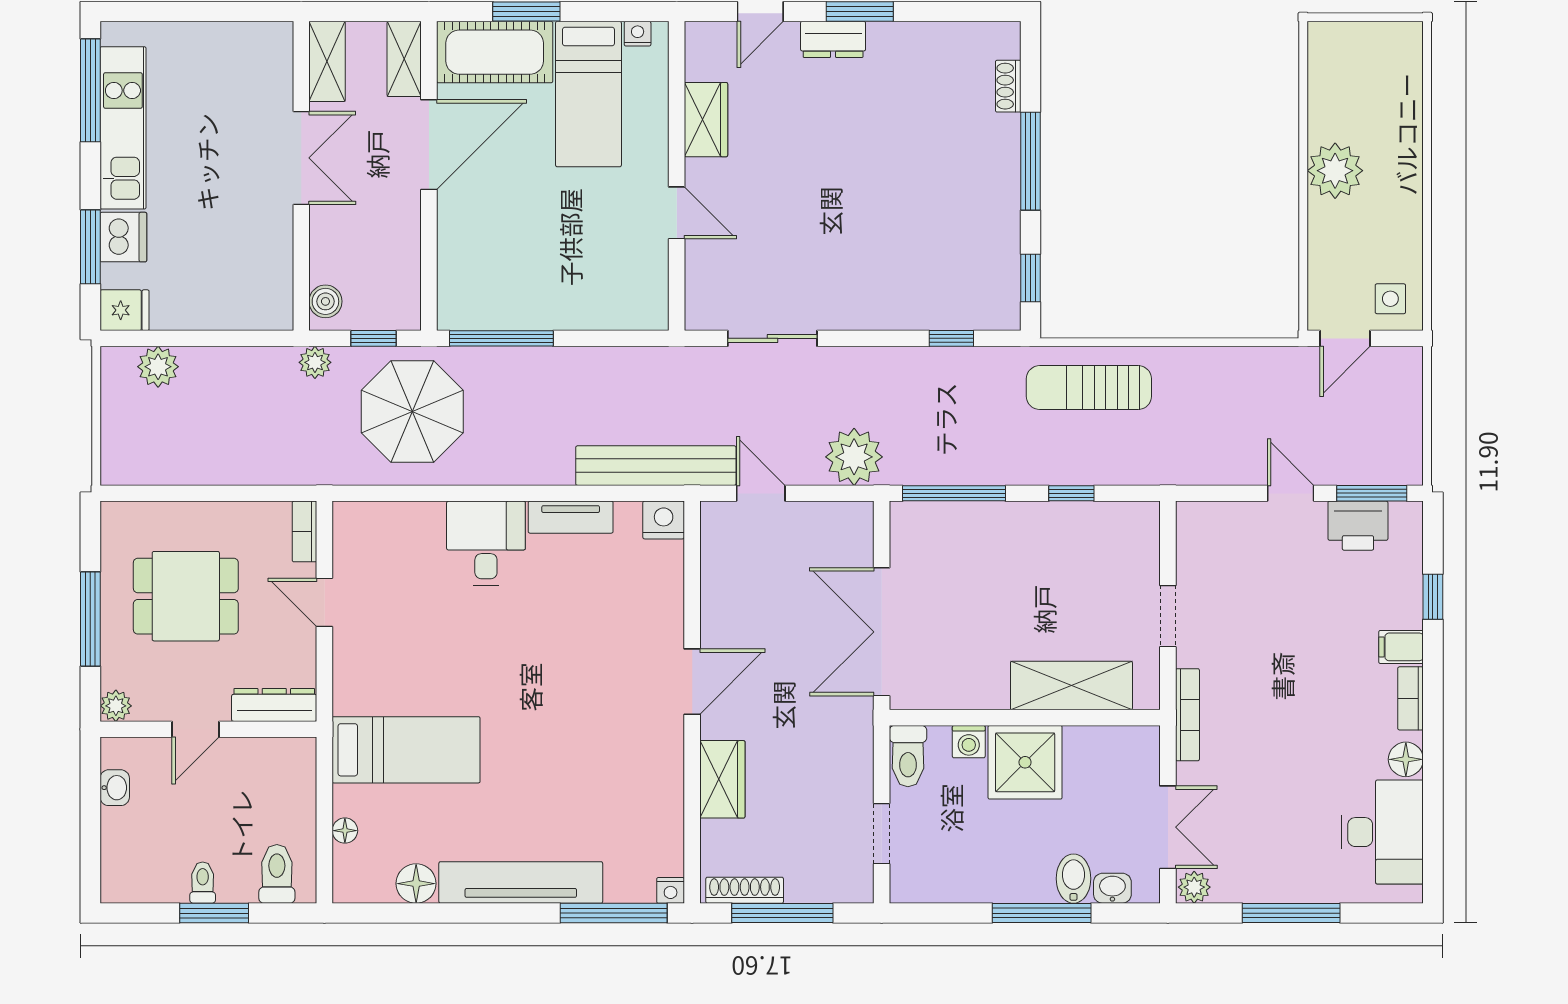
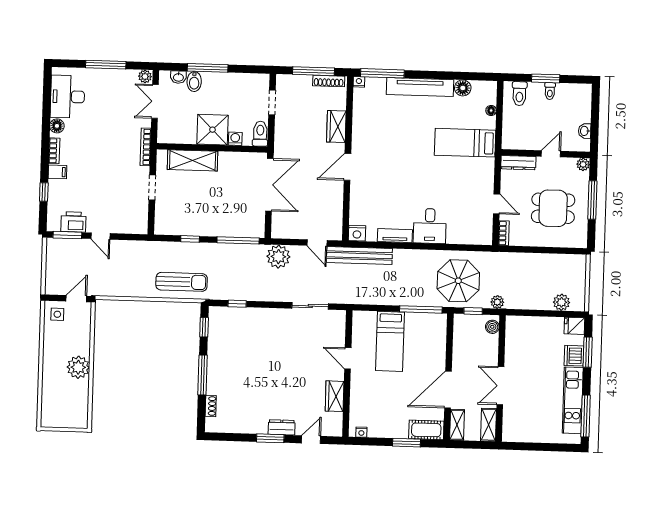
cot: (495, 52) -> (426, 430), width x0.73, depth x0.75
bed: (588, 94) -> (390, 341), moved, turned 180

